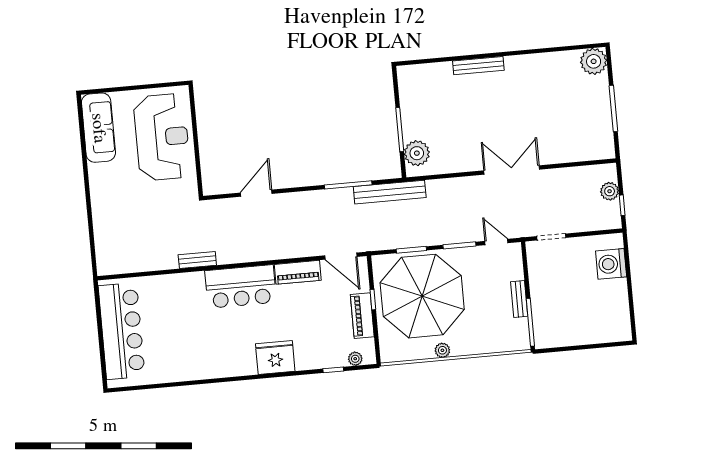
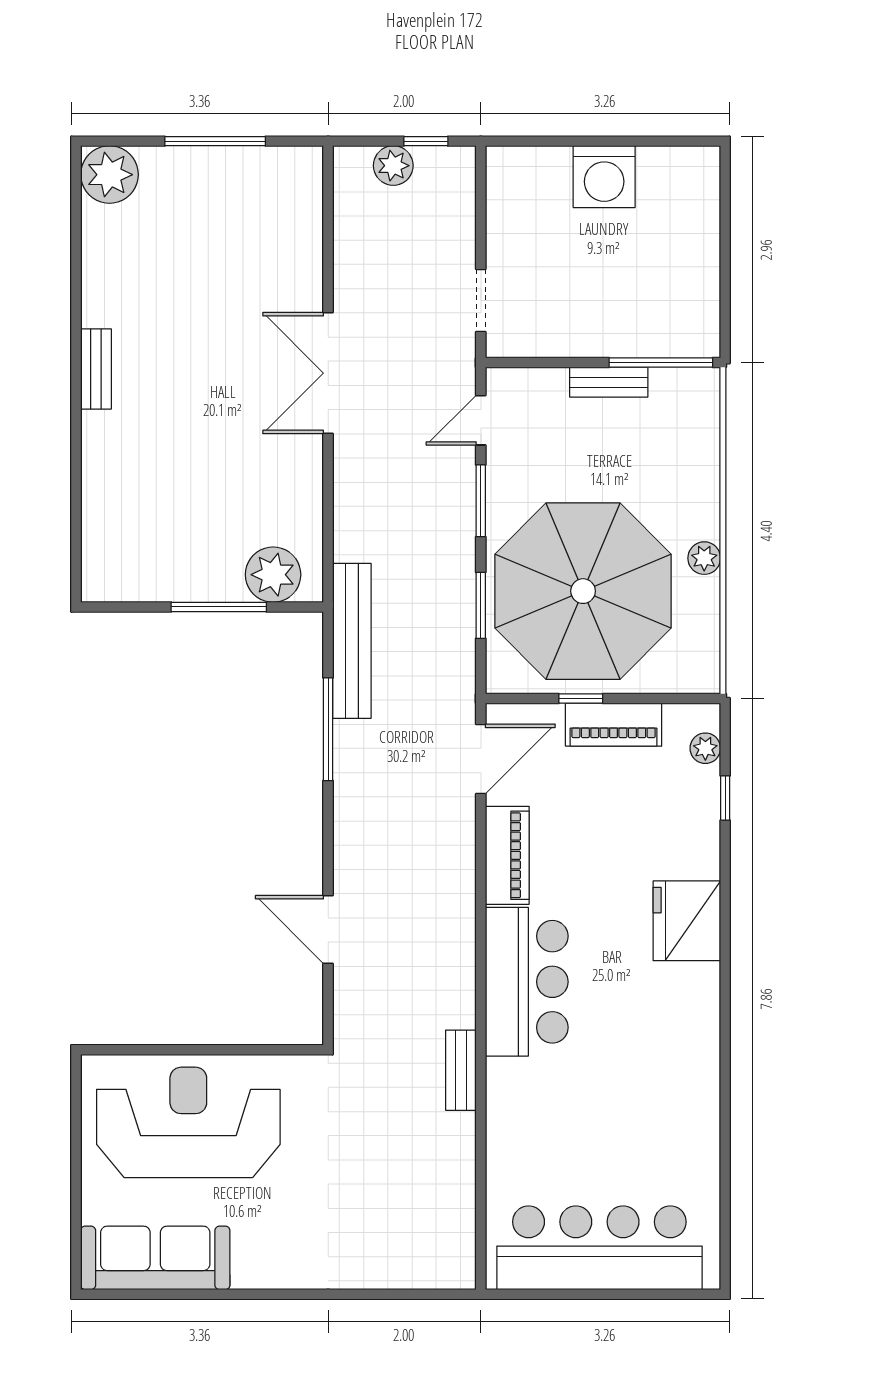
bench: (478, 66) -> (96, 369), moved, width x0.73
washing machine: (611, 264) -> (604, 177), moved

